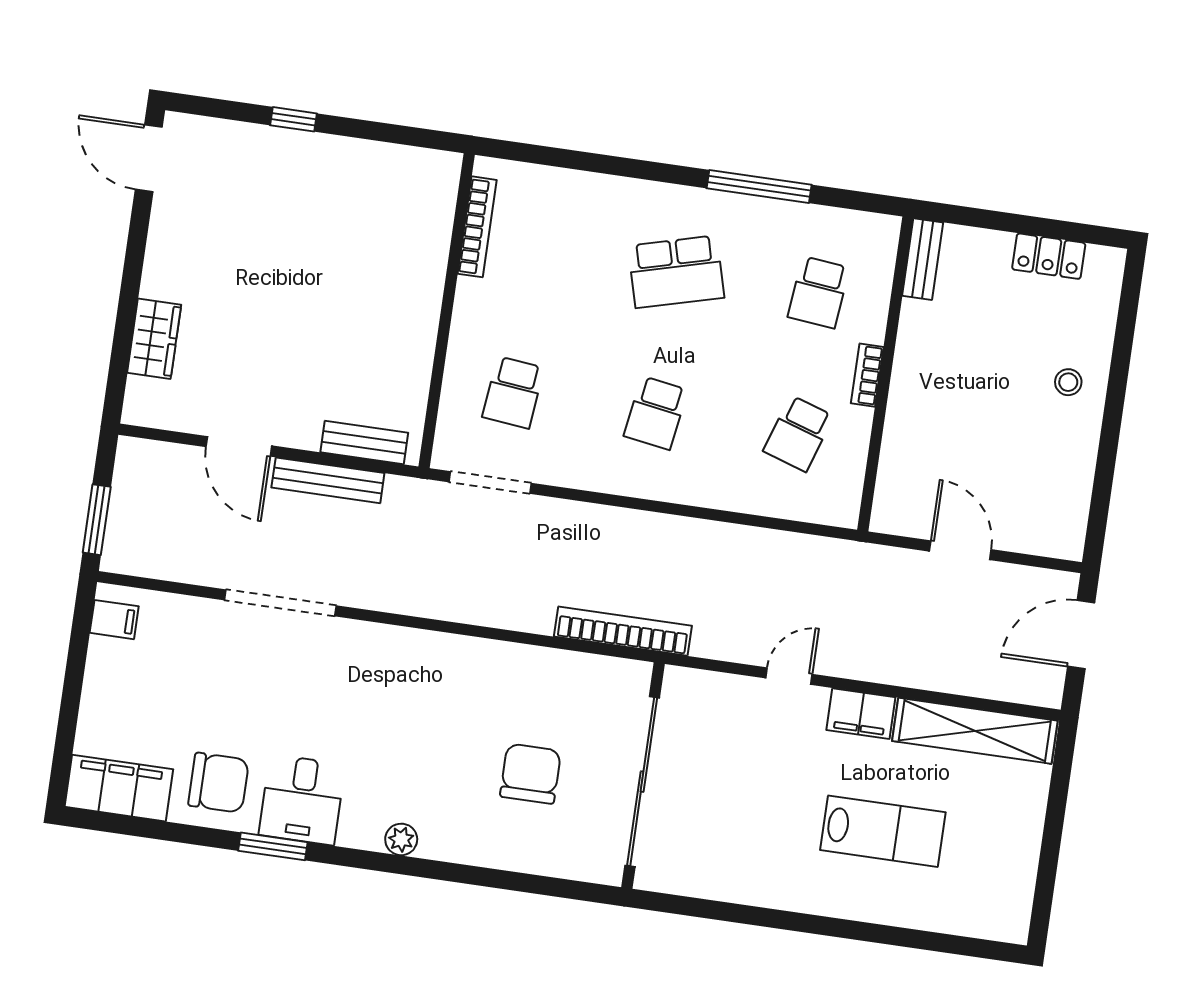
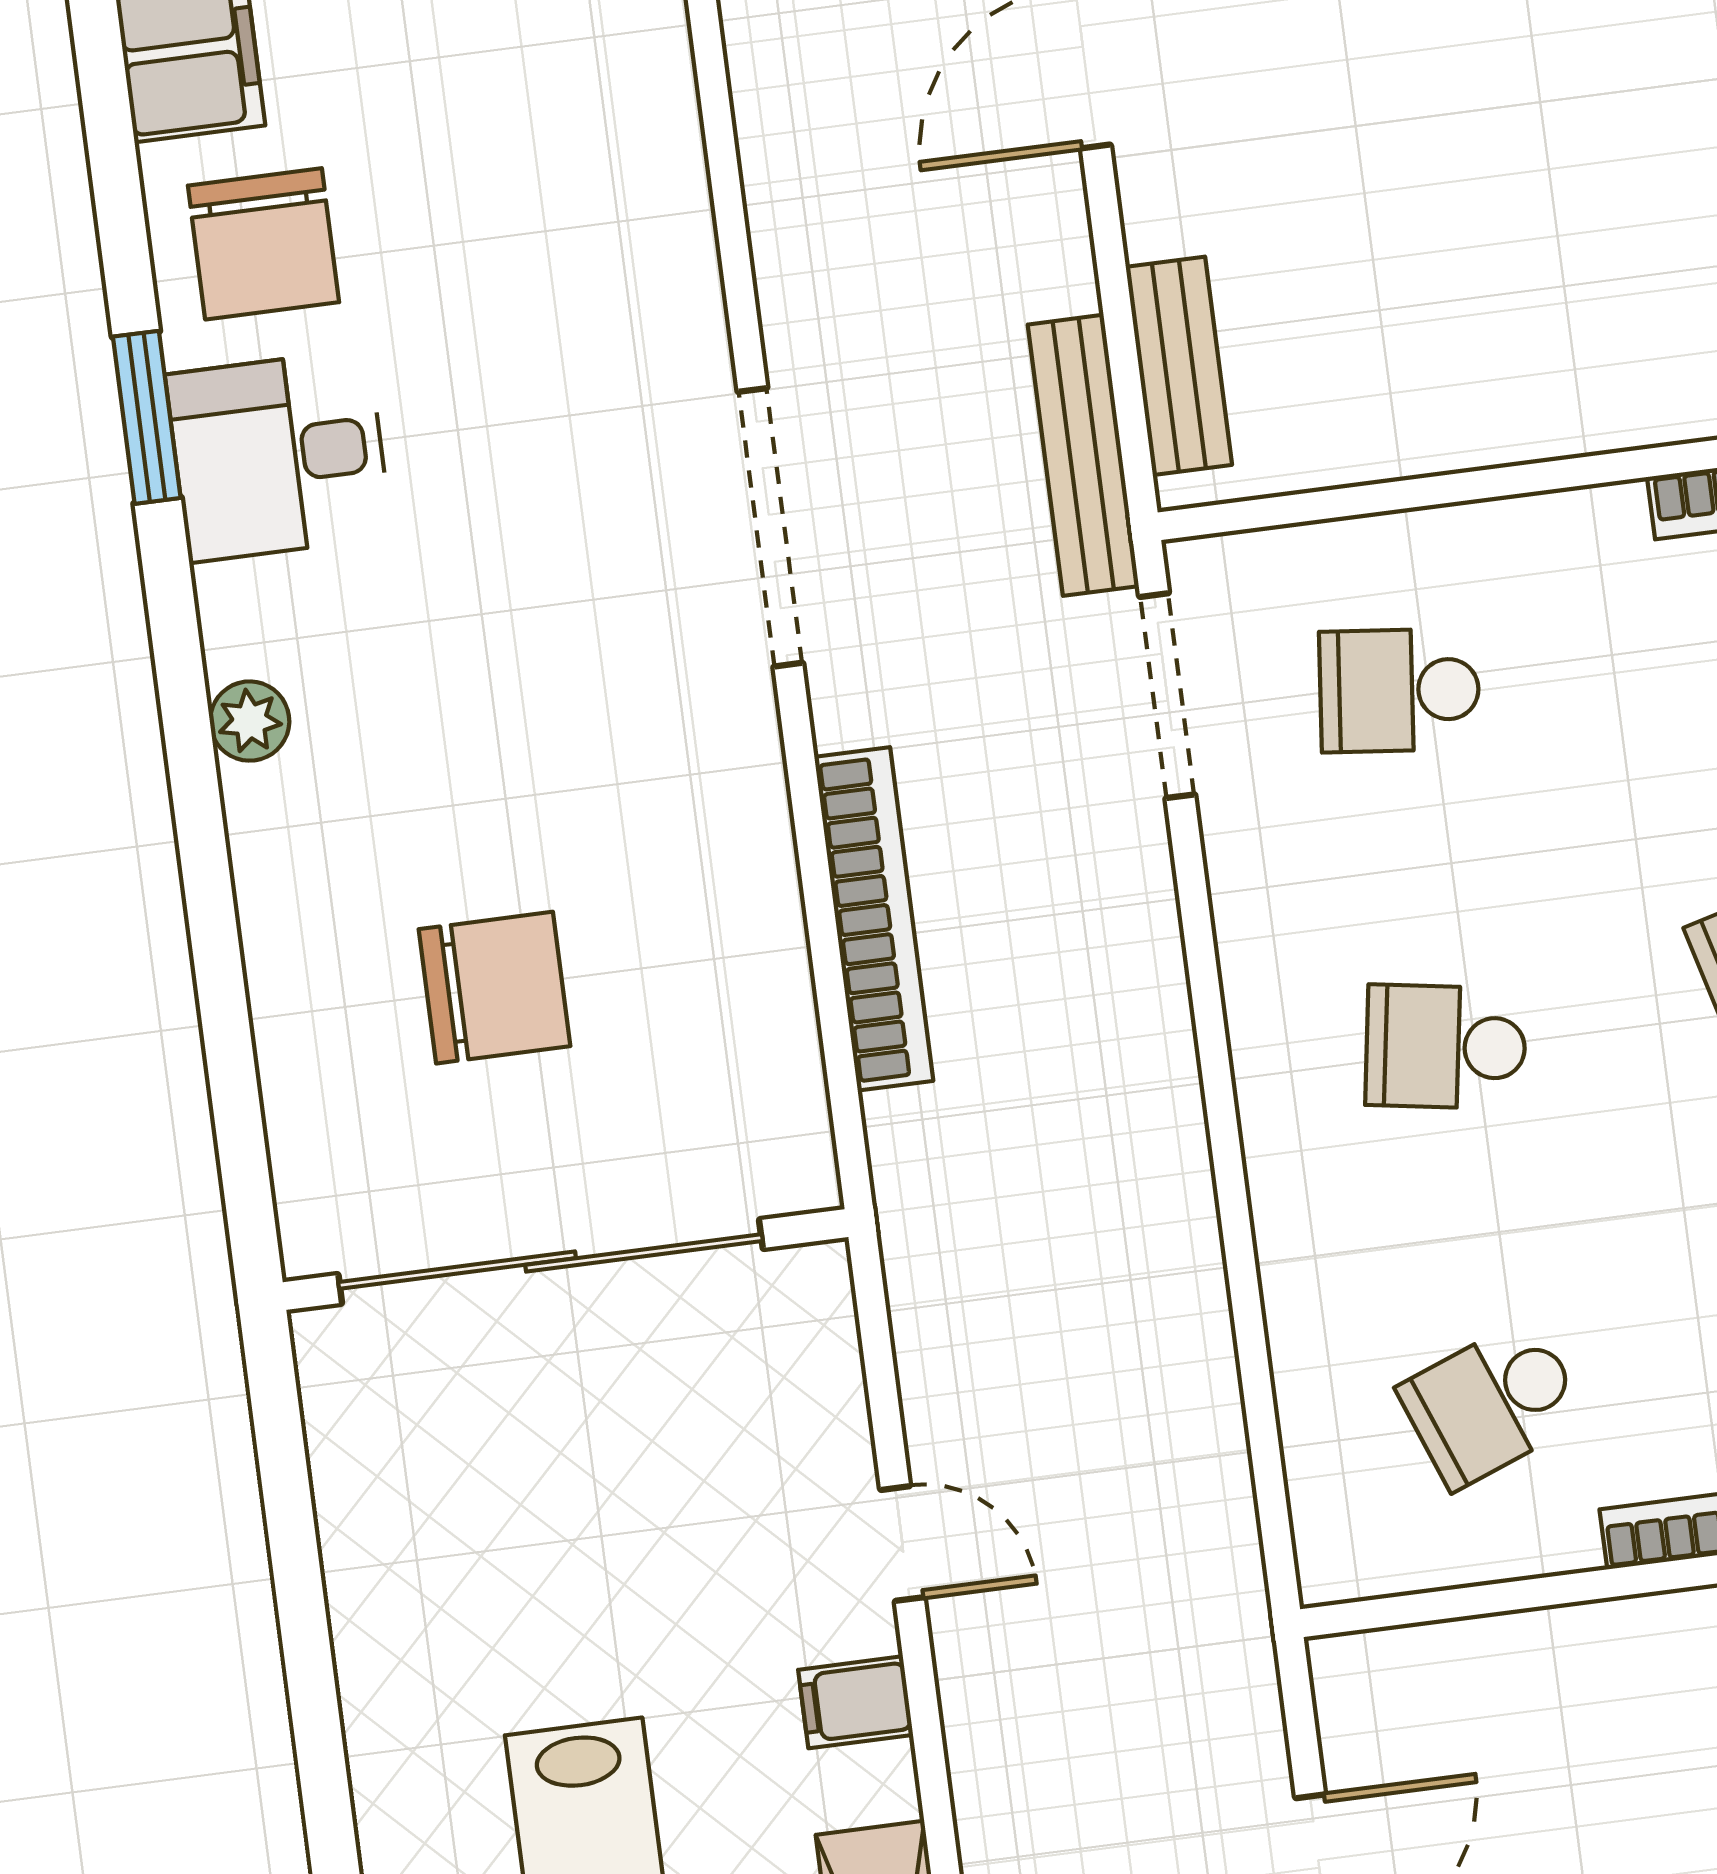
school desk: (798, 433) -> (1492, 1403), turned -39
bench: (328, 480) -> (1083, 455), moved
doorway: (280, 603) -> (770, 527), moved
bookcase: (623, 631) -> (874, 919), moved
filing cabinet: (861, 714) -> (856, 1702), width x0.50

